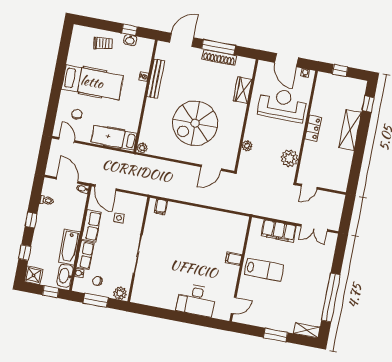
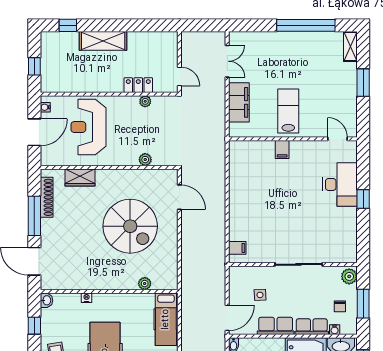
washbasin: (130, 40) -> (46, 300), moved
shoe rack: (219, 57) -> (47, 197), moved
bench: (156, 79) -> (86, 283), removed
locker: (313, 128) -> (138, 85), moved
plant: (142, 148) -> (145, 284), moved
plant: (289, 158) -> (145, 101), width x0.53, depth x0.53
window: (181, 317) -> (363, 199), added

